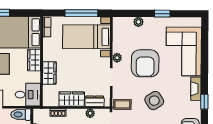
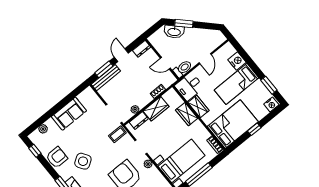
wardrobe: (34, 60) -> (198, 107), moved
side table: (154, 101) -> (83, 161), moved

